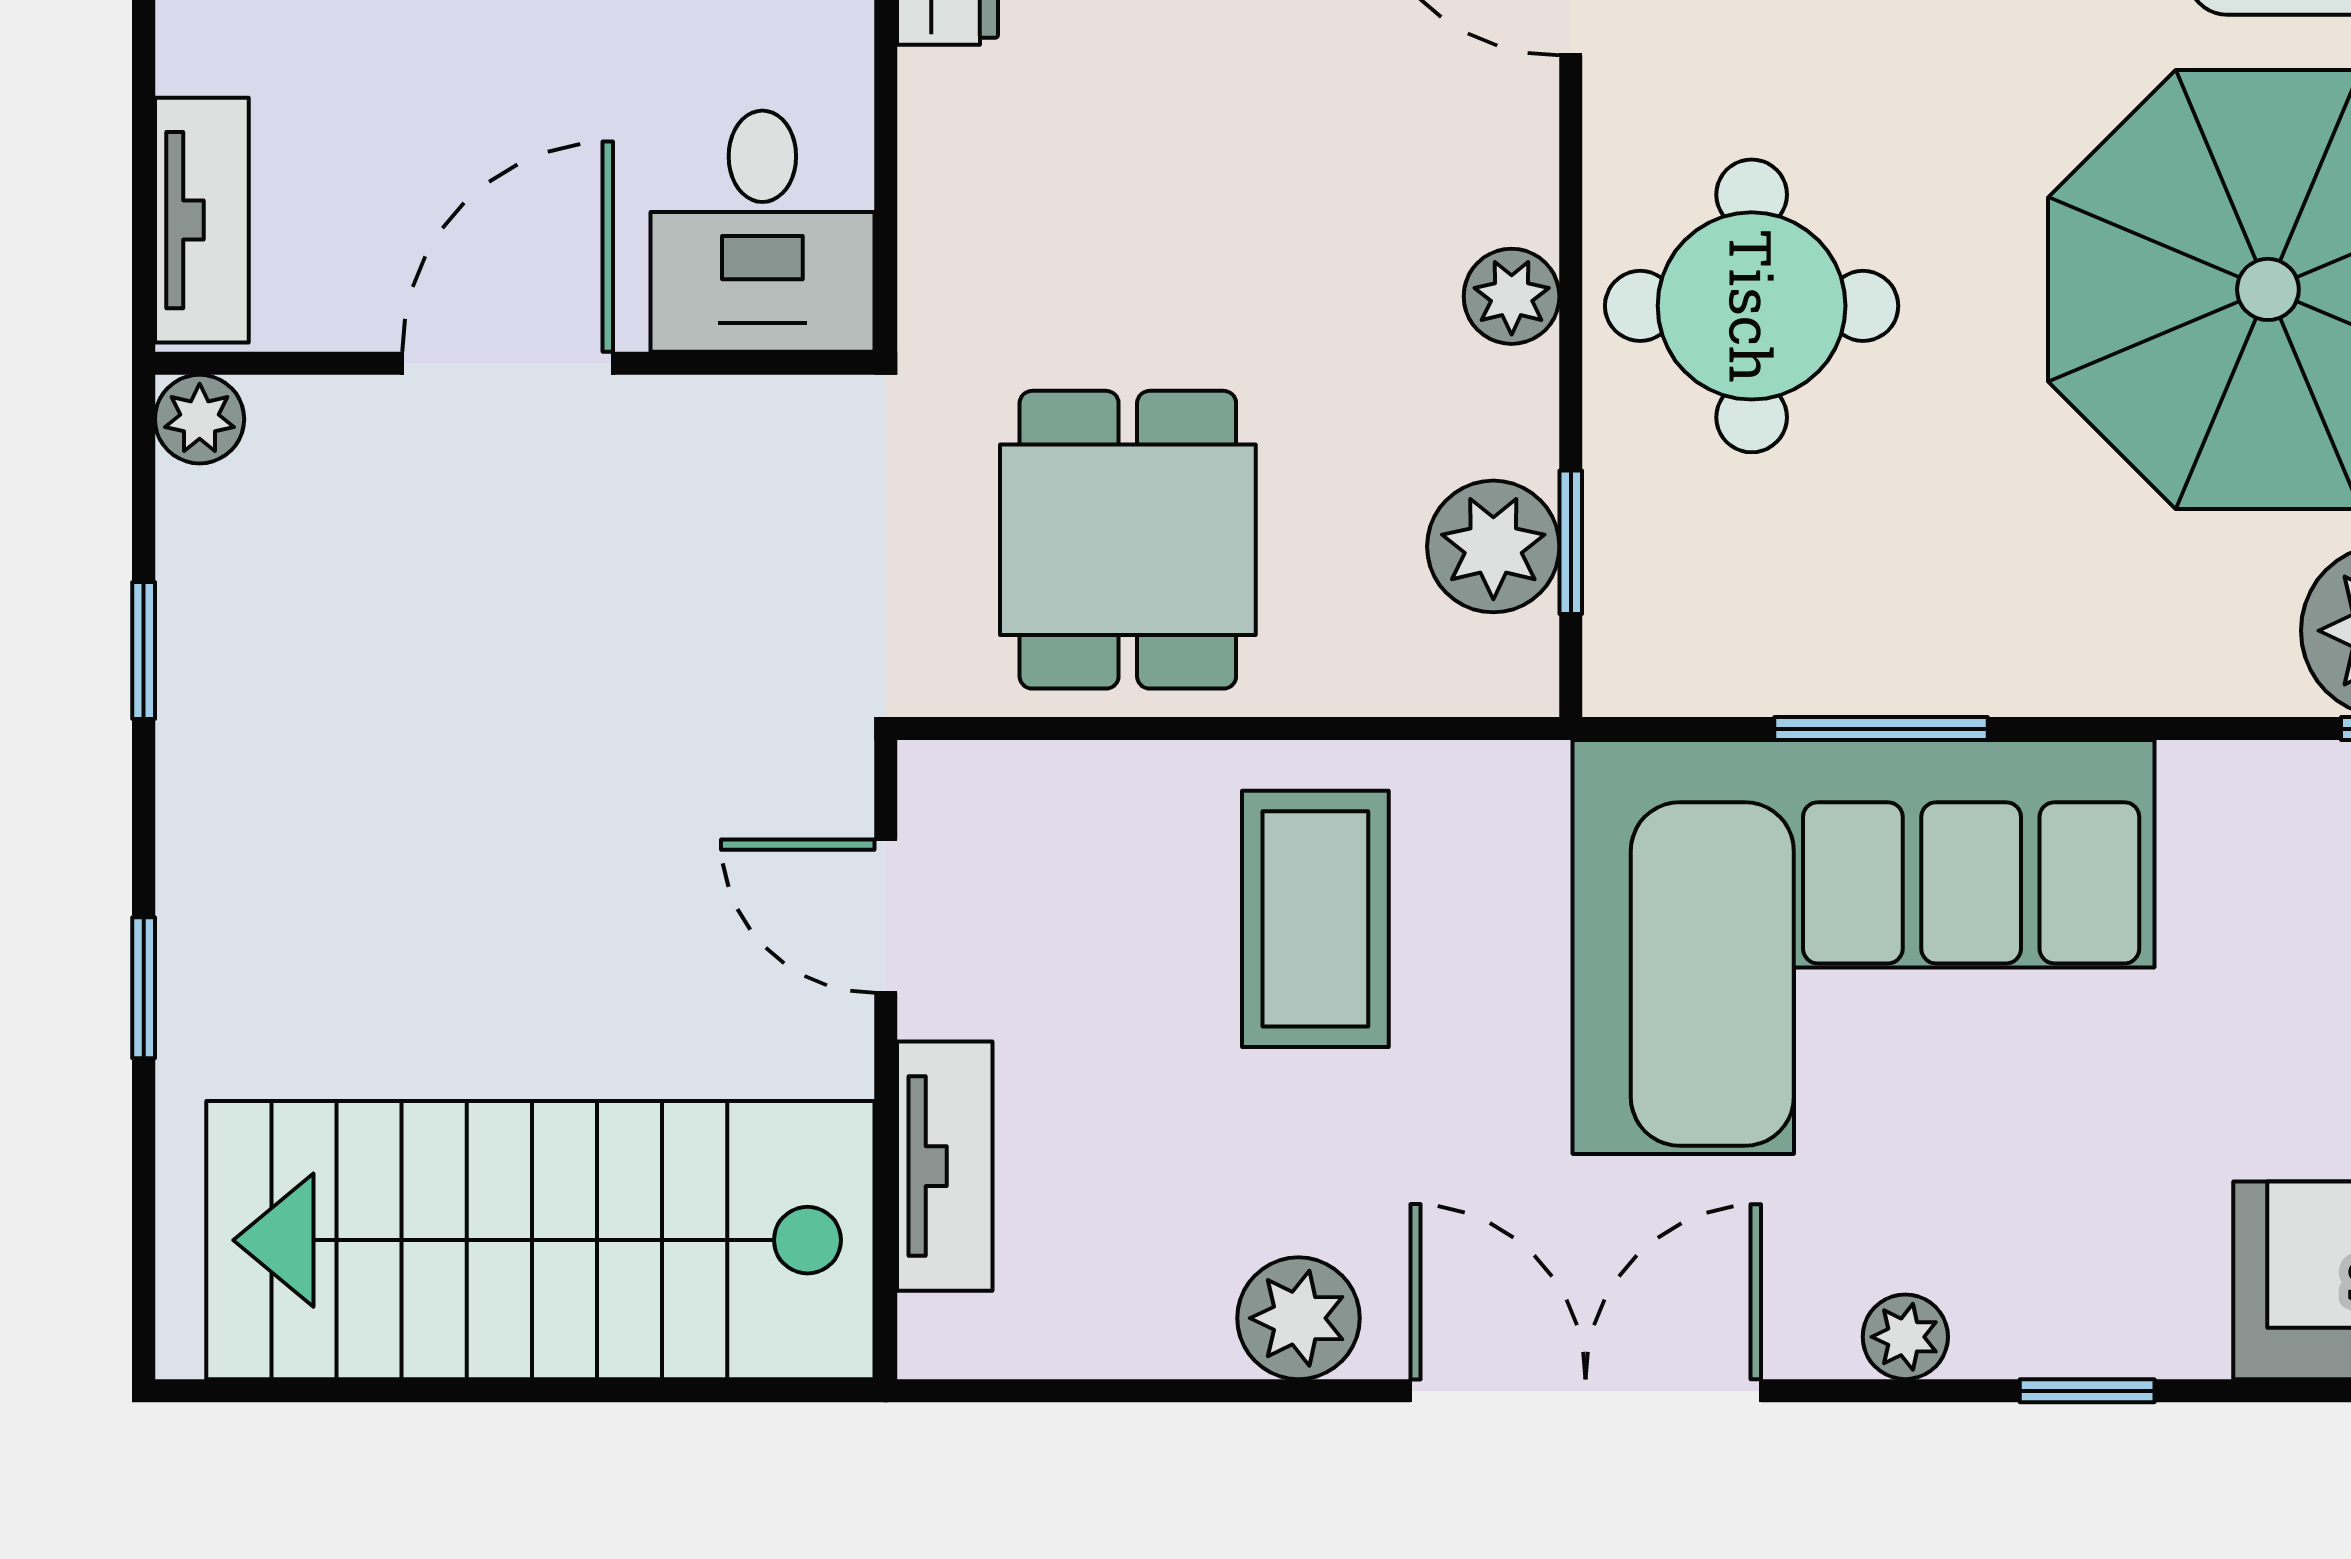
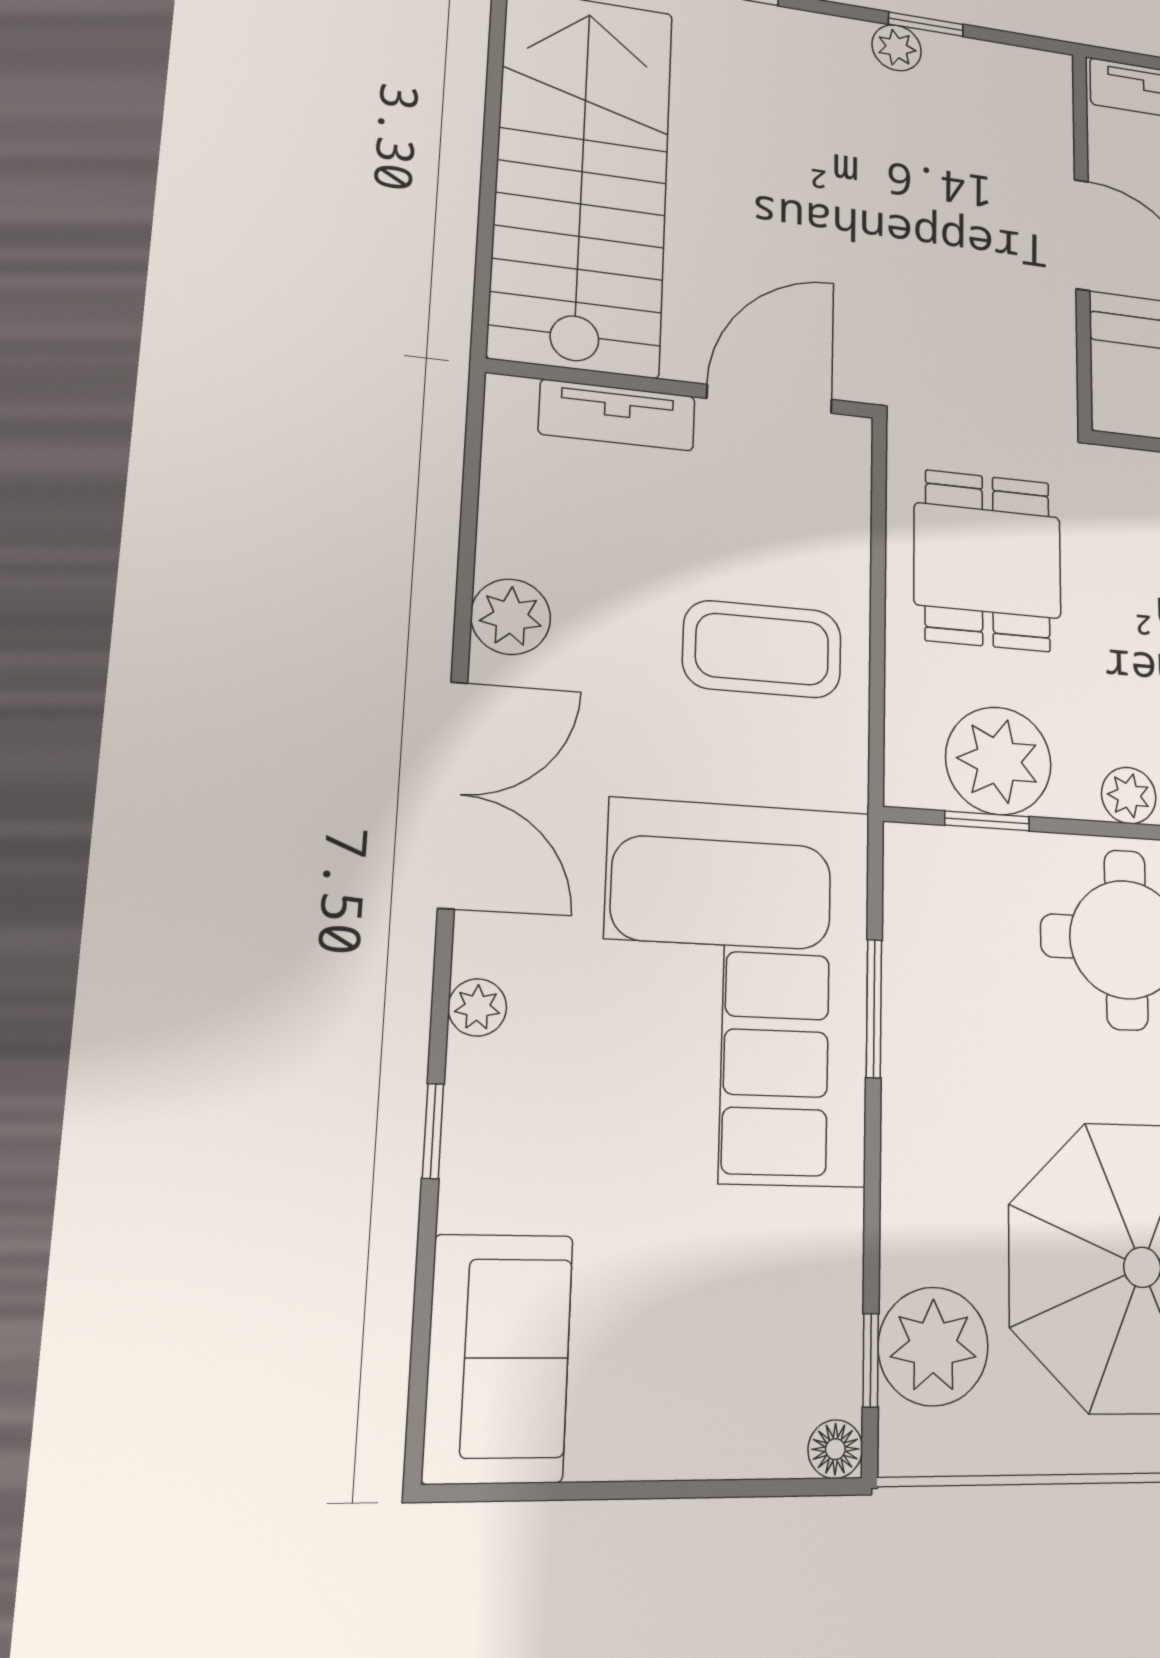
plant: (200, 419) -> (897, 48), moved
dining table: (1128, 540) -> (988, 561), turned 90
plant: (1493, 546) -> (998, 761), width x1.36, depth x1.36
door: (886, 916) -> (770, 399), width x1.38

